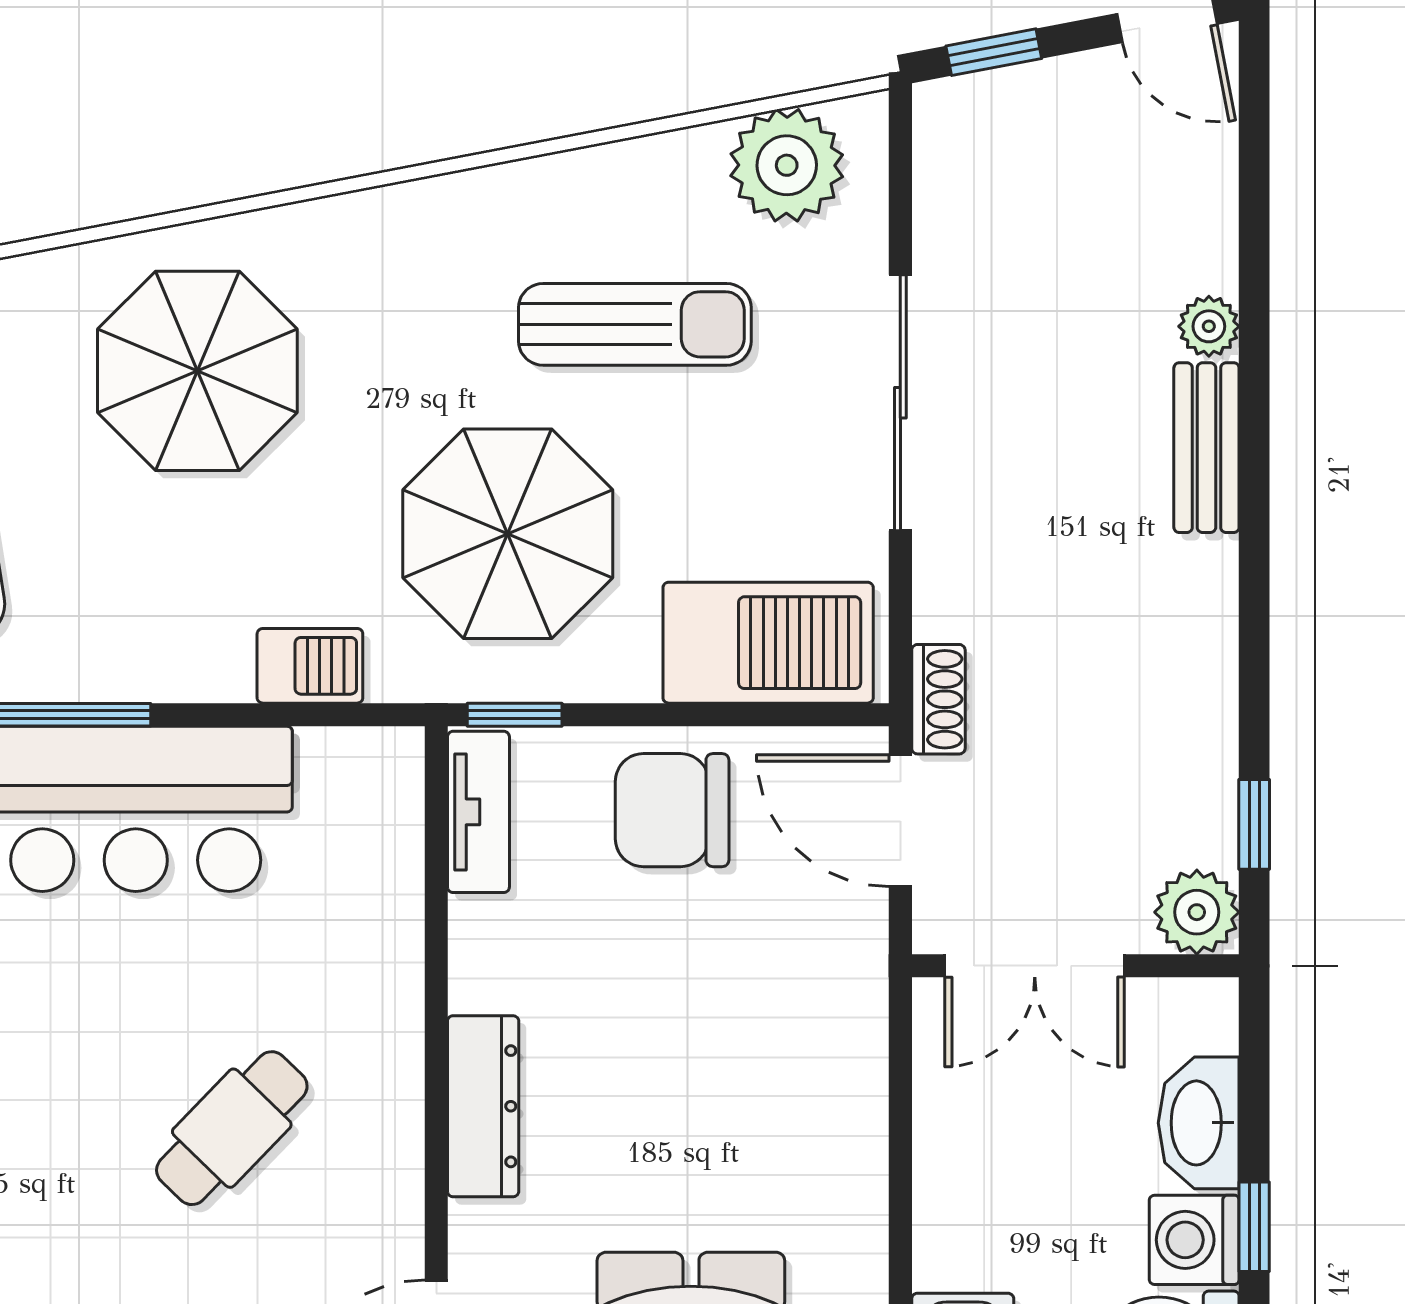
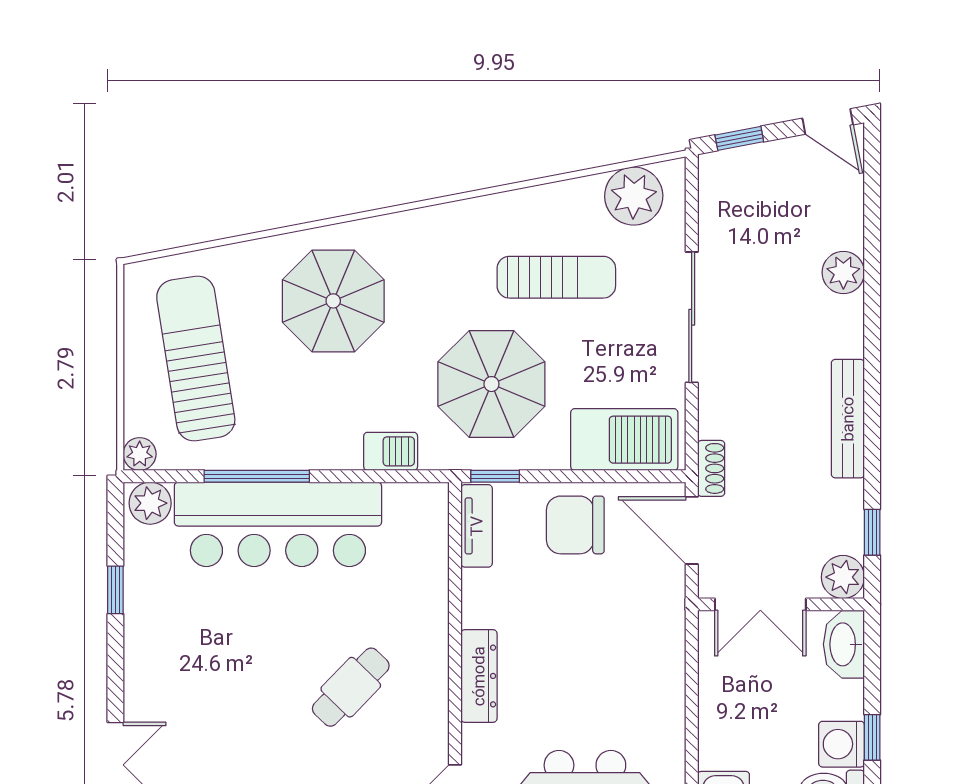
plant: (1209, 326) -> (843, 272), width x1.38, depth x1.38
bench: (1206, 448) -> (848, 419), moved, width x1.36
washbasin: (1199, 1123) -> (844, 644), moved

